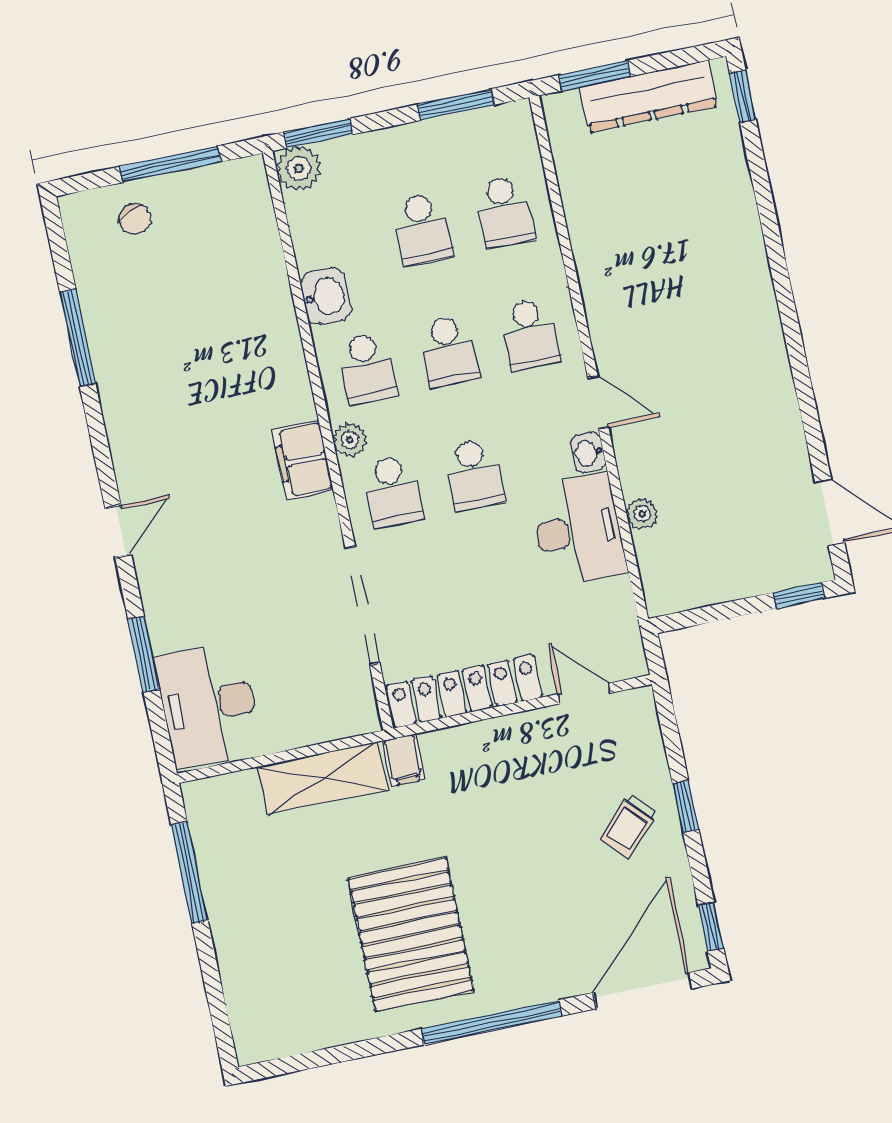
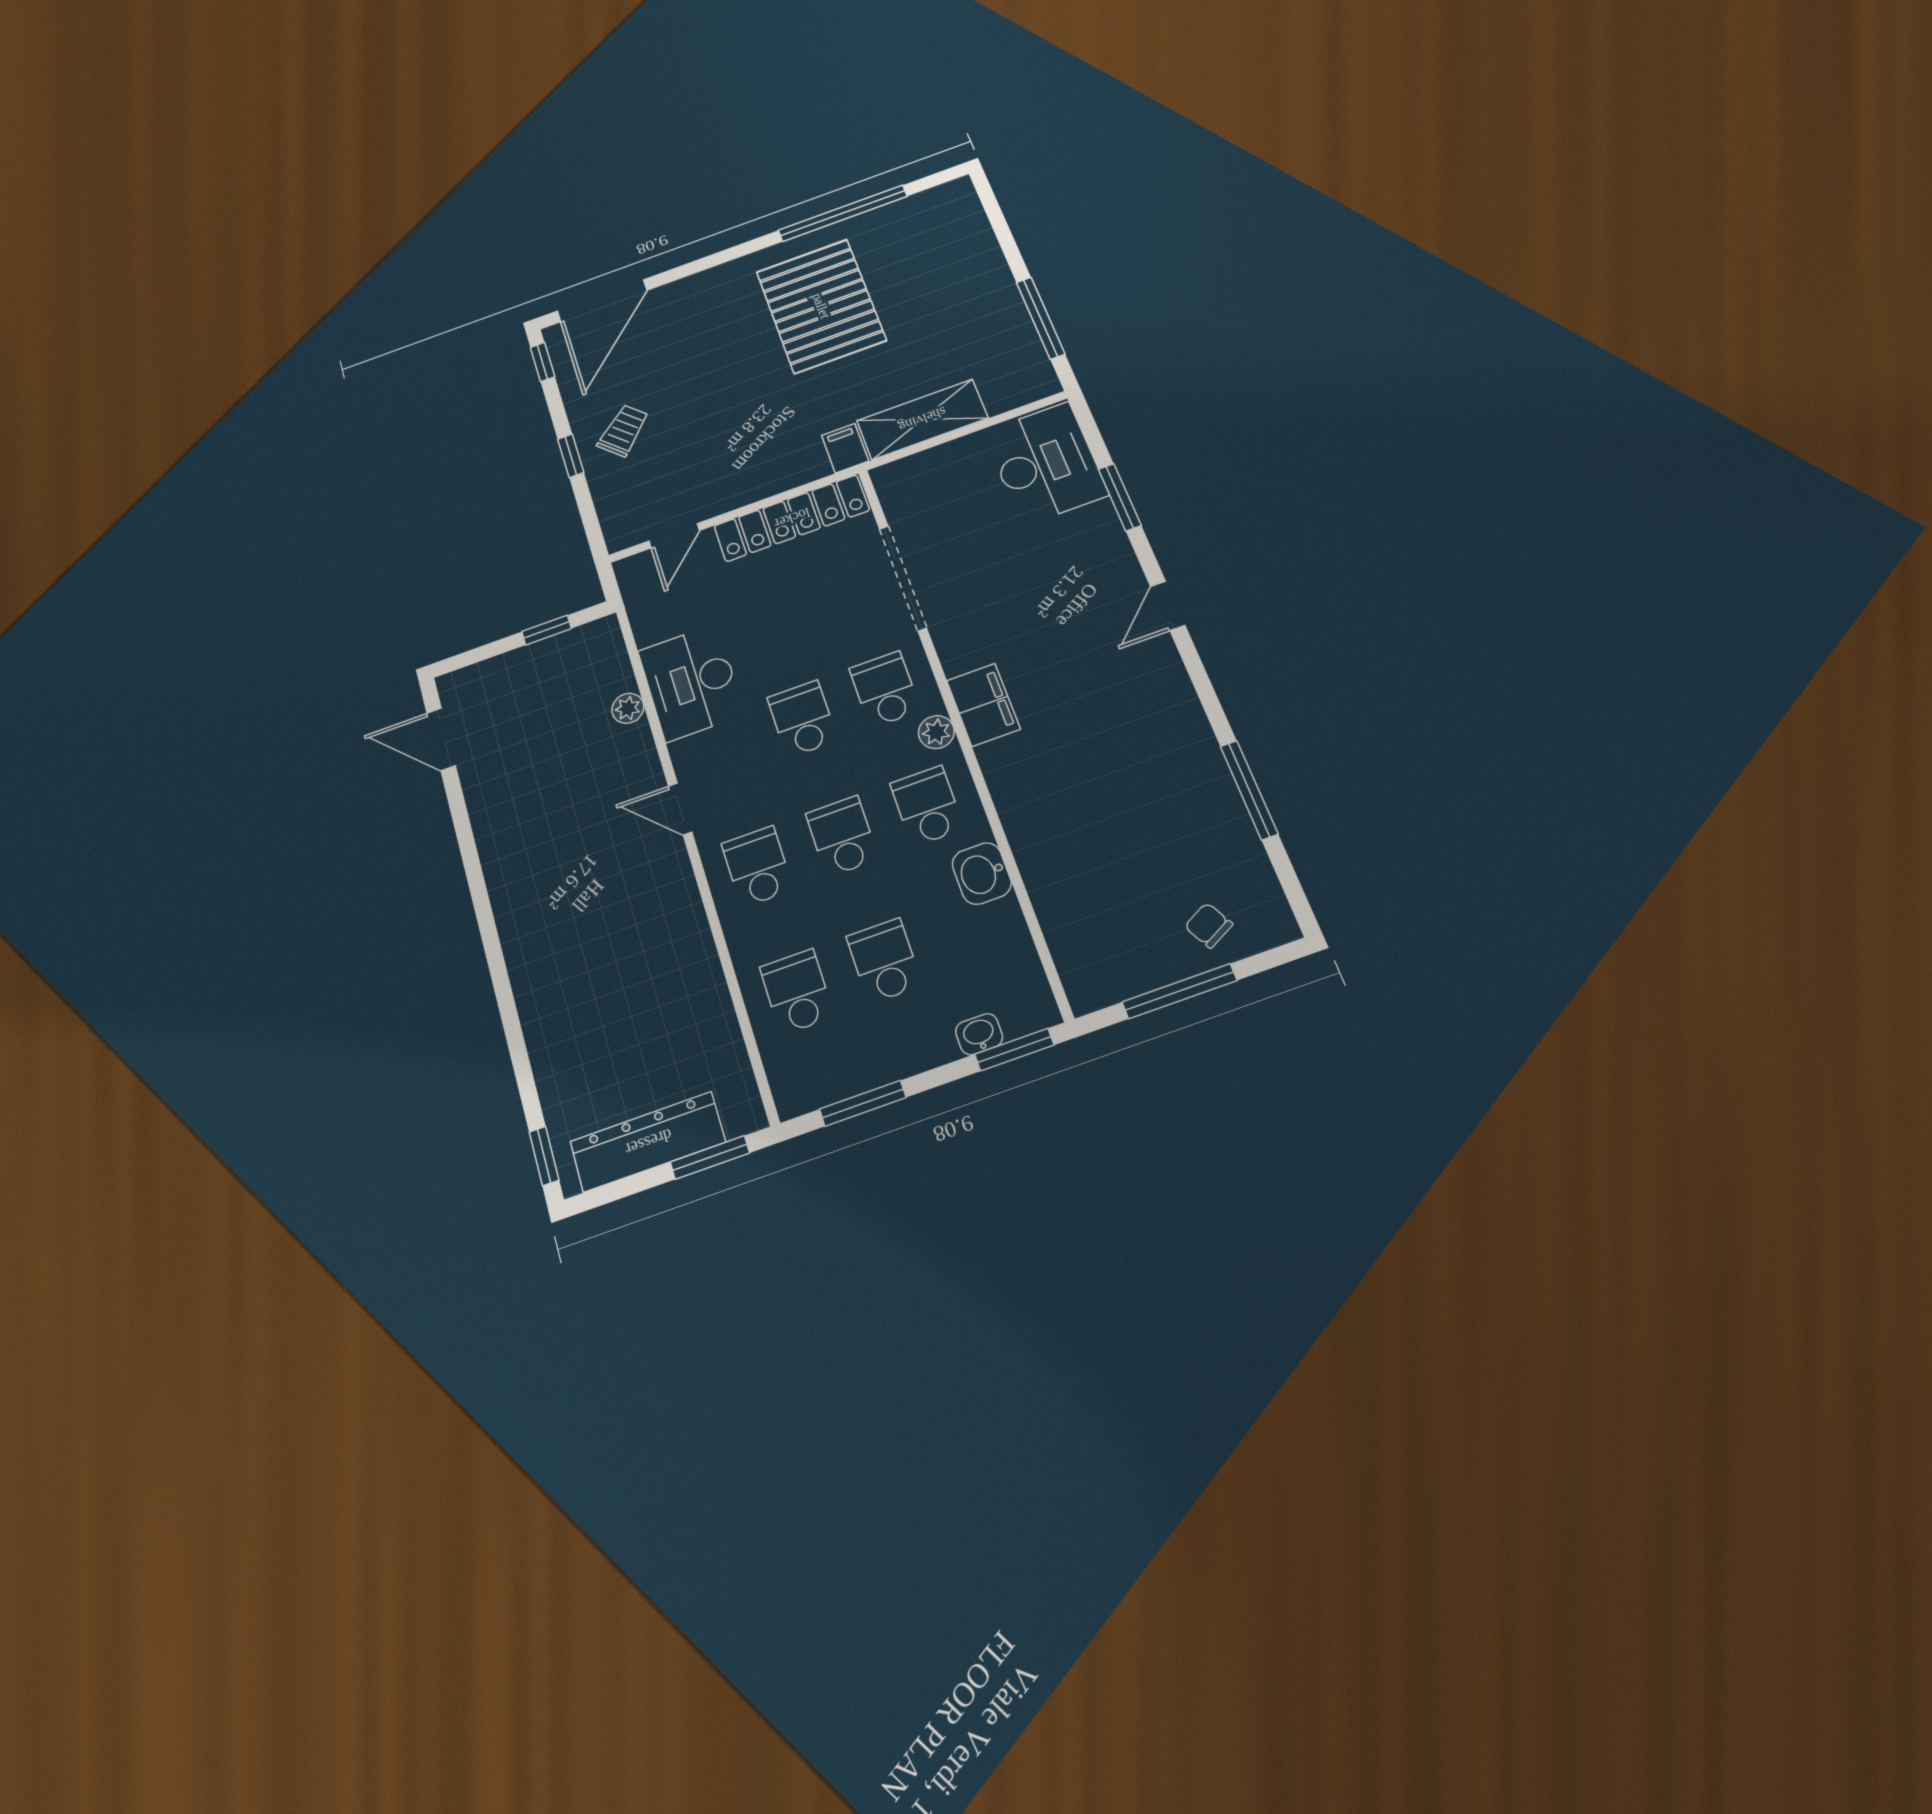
plant: (299, 168) -> (1031, 1007), removed
washbasin: (588, 453) -> (979, 1034), moved, turned -90
window: (799, 595) -> (547, 630), moved
door: (584, 693) -> (674, 536), hinge flipped
window: (492, 1022) -> (843, 213), moved

